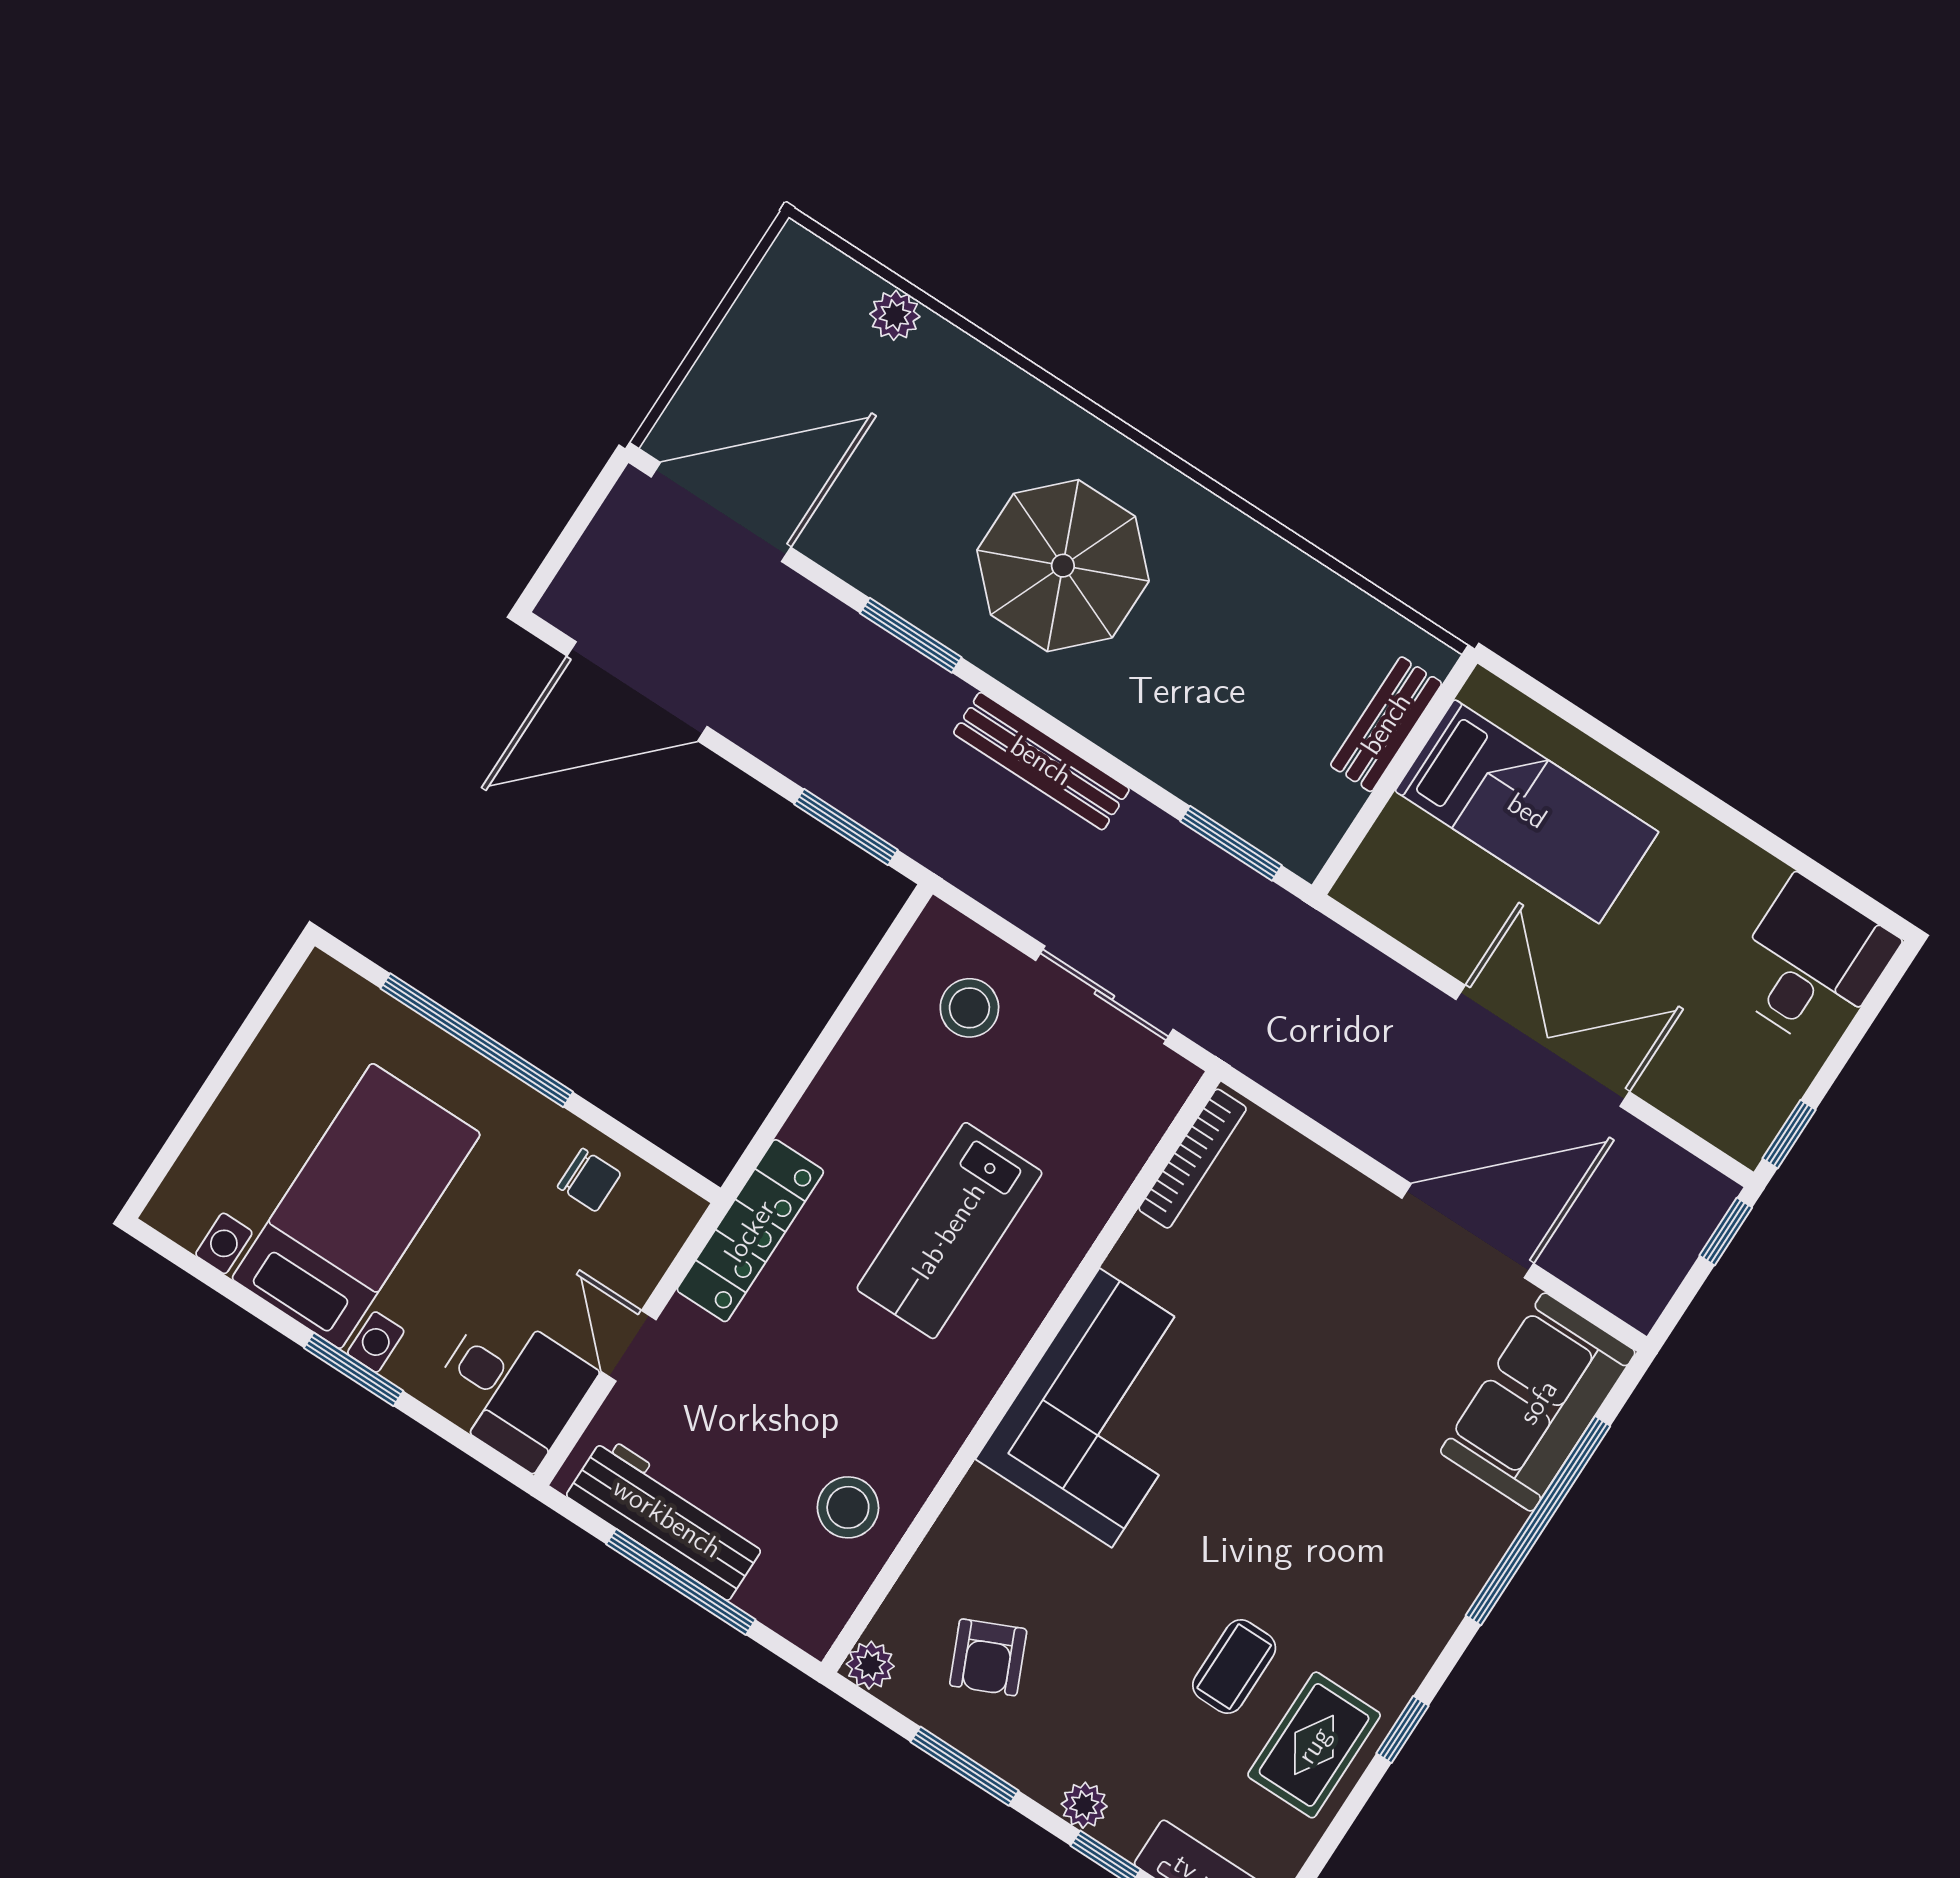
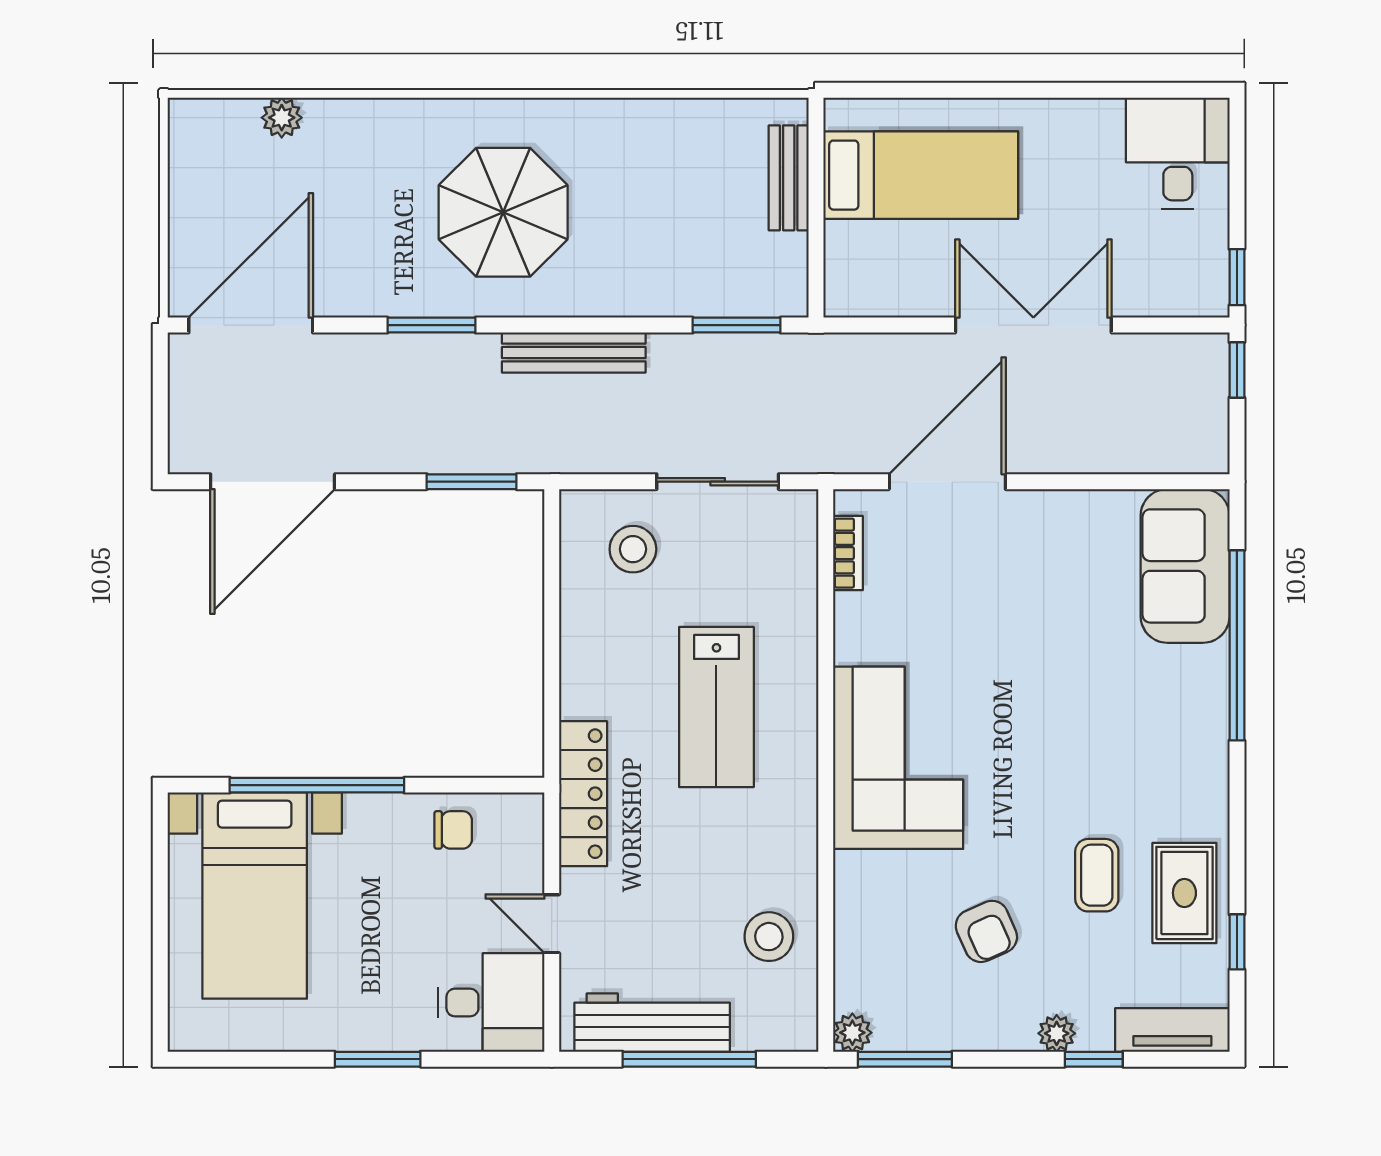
bookcase: (1193, 1159) -> (848, 553), width x0.64
bed with nightstands: (356, 1206) -> (255, 896), moved, turned 180
door: (1468, 1231) -> (947, 482), moved
armchair: (988, 1657) -> (986, 931), moved
window: (1402, 1729) -> (1237, 942), moved
window: (965, 1766) -> (905, 1059), moved

